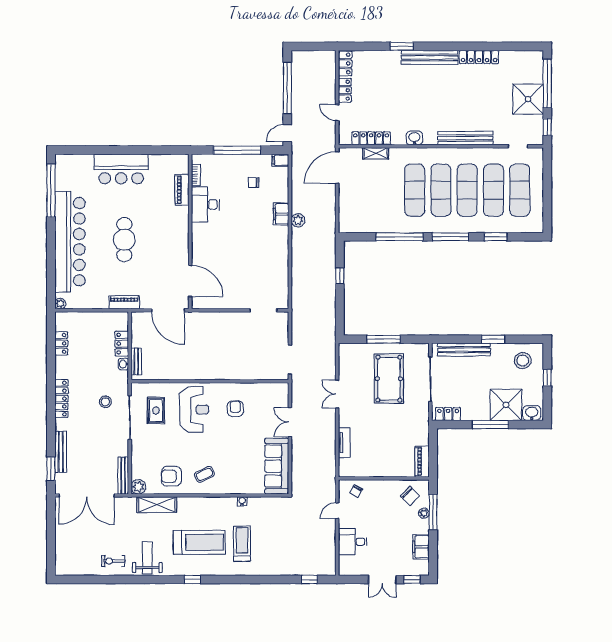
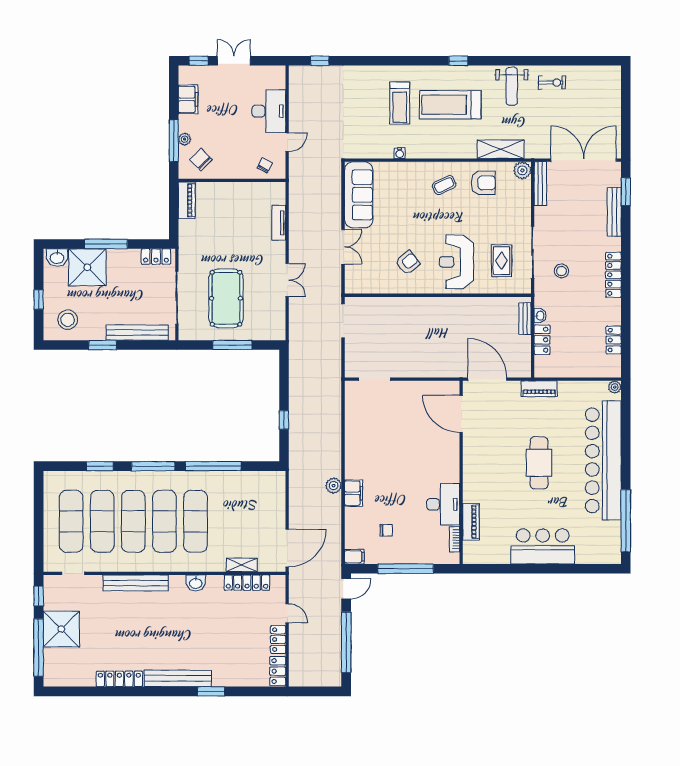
armchair: (235, 409) -> (408, 263), turned -129
desk: (353, 542) -> (269, 111), width x1.37

